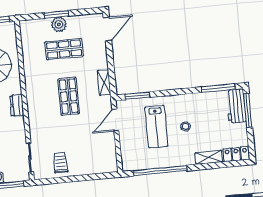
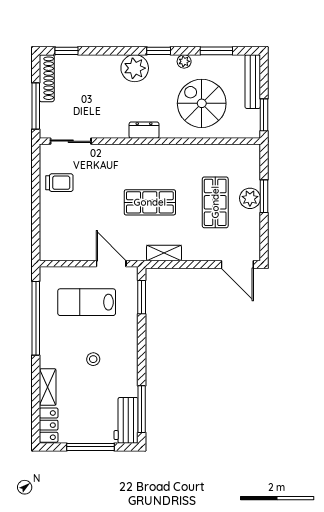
workbench: (236, 106) -> (126, 420), moved, turned -90
window: (248, 111) -> (91, 447), moved
lab bench: (156, 127) -> (87, 302), moved

